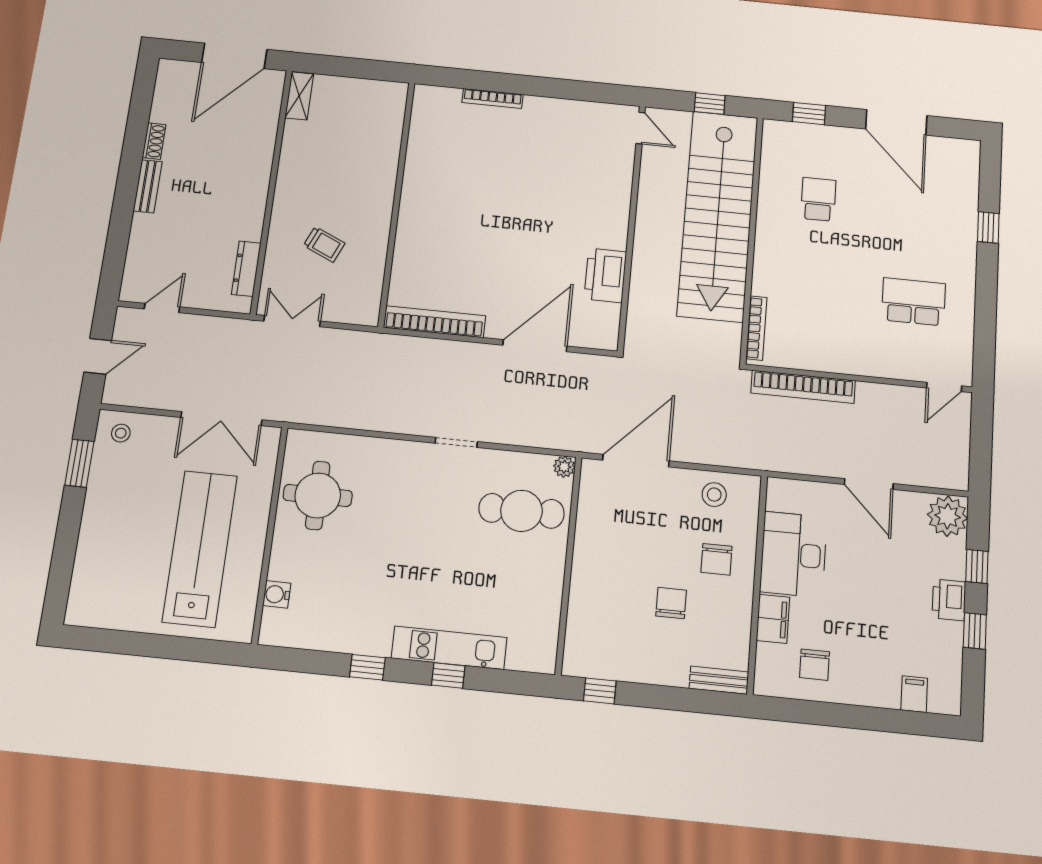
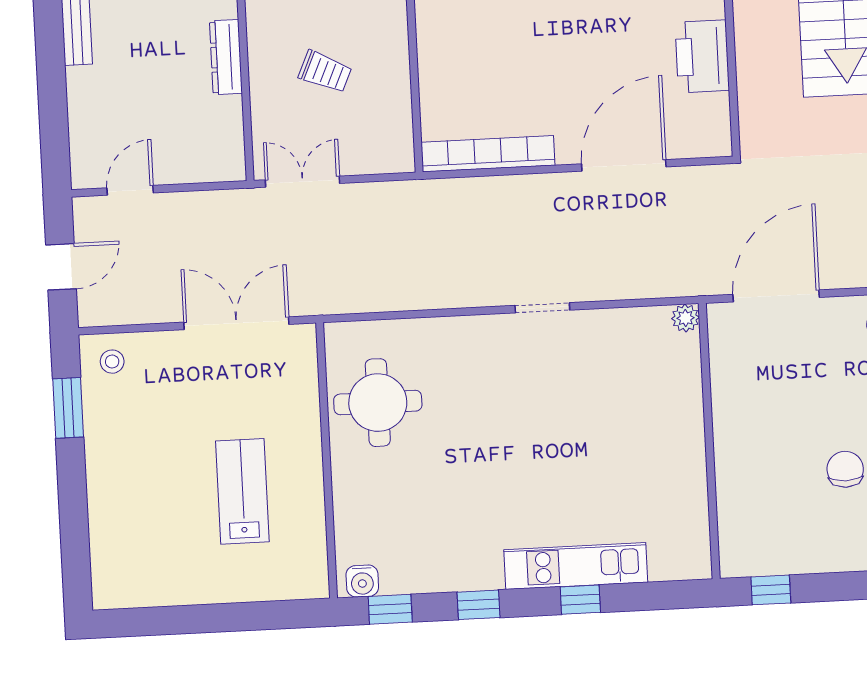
dresser: (246, 269) -> (226, 57), moved
double door: (221, 419) -> (236, 323), swing flipped
cafe table: (521, 511) -> (640, 383), removed
lab bench: (200, 548) -> (242, 491), width x0.54, depth x0.72
water cooler: (277, 594) -> (362, 581), moved, turned -90
window: (297, 660) -> (390, 609), added

